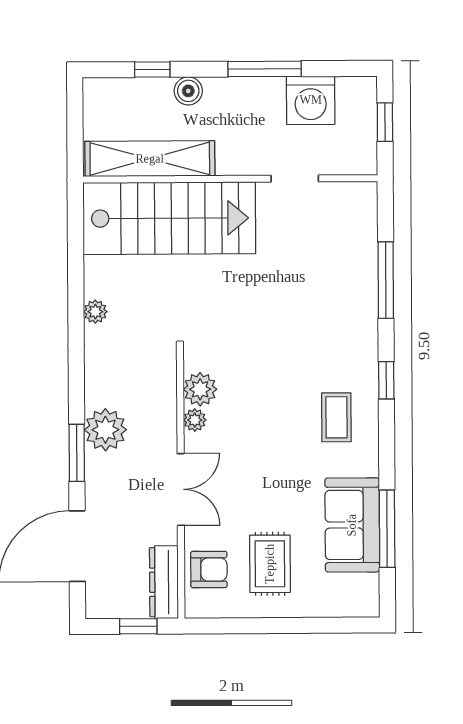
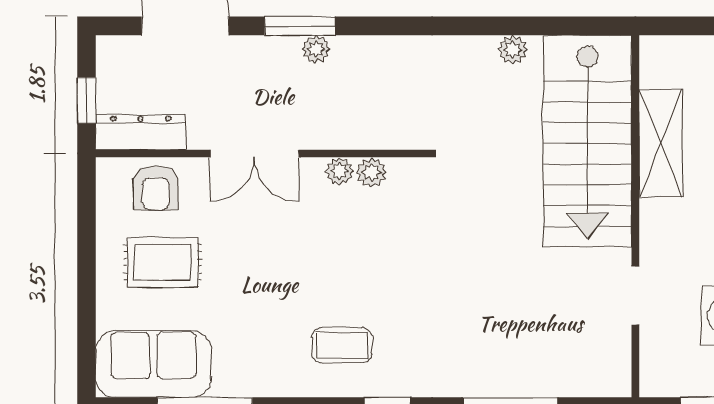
shelving: (150, 159) -> (661, 143), width x0.68
plant: (95, 312) -> (513, 50), moved
plant: (200, 389) -> (372, 172), width x0.73, depth x0.73
plant: (105, 430) -> (316, 49), width x0.53, depth x0.53
sofa: (352, 525) -> (153, 364), moved

